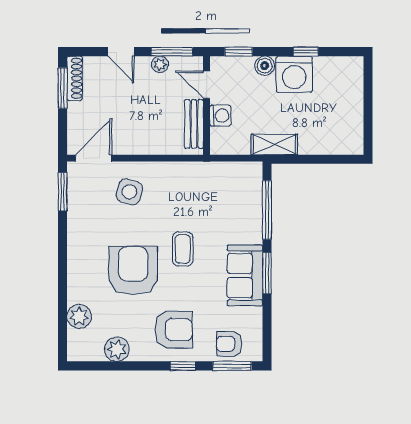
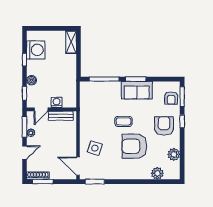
washing machine: (294, 74) -> (36, 50), moved
shelving: (274, 145) -> (71, 42), moved

